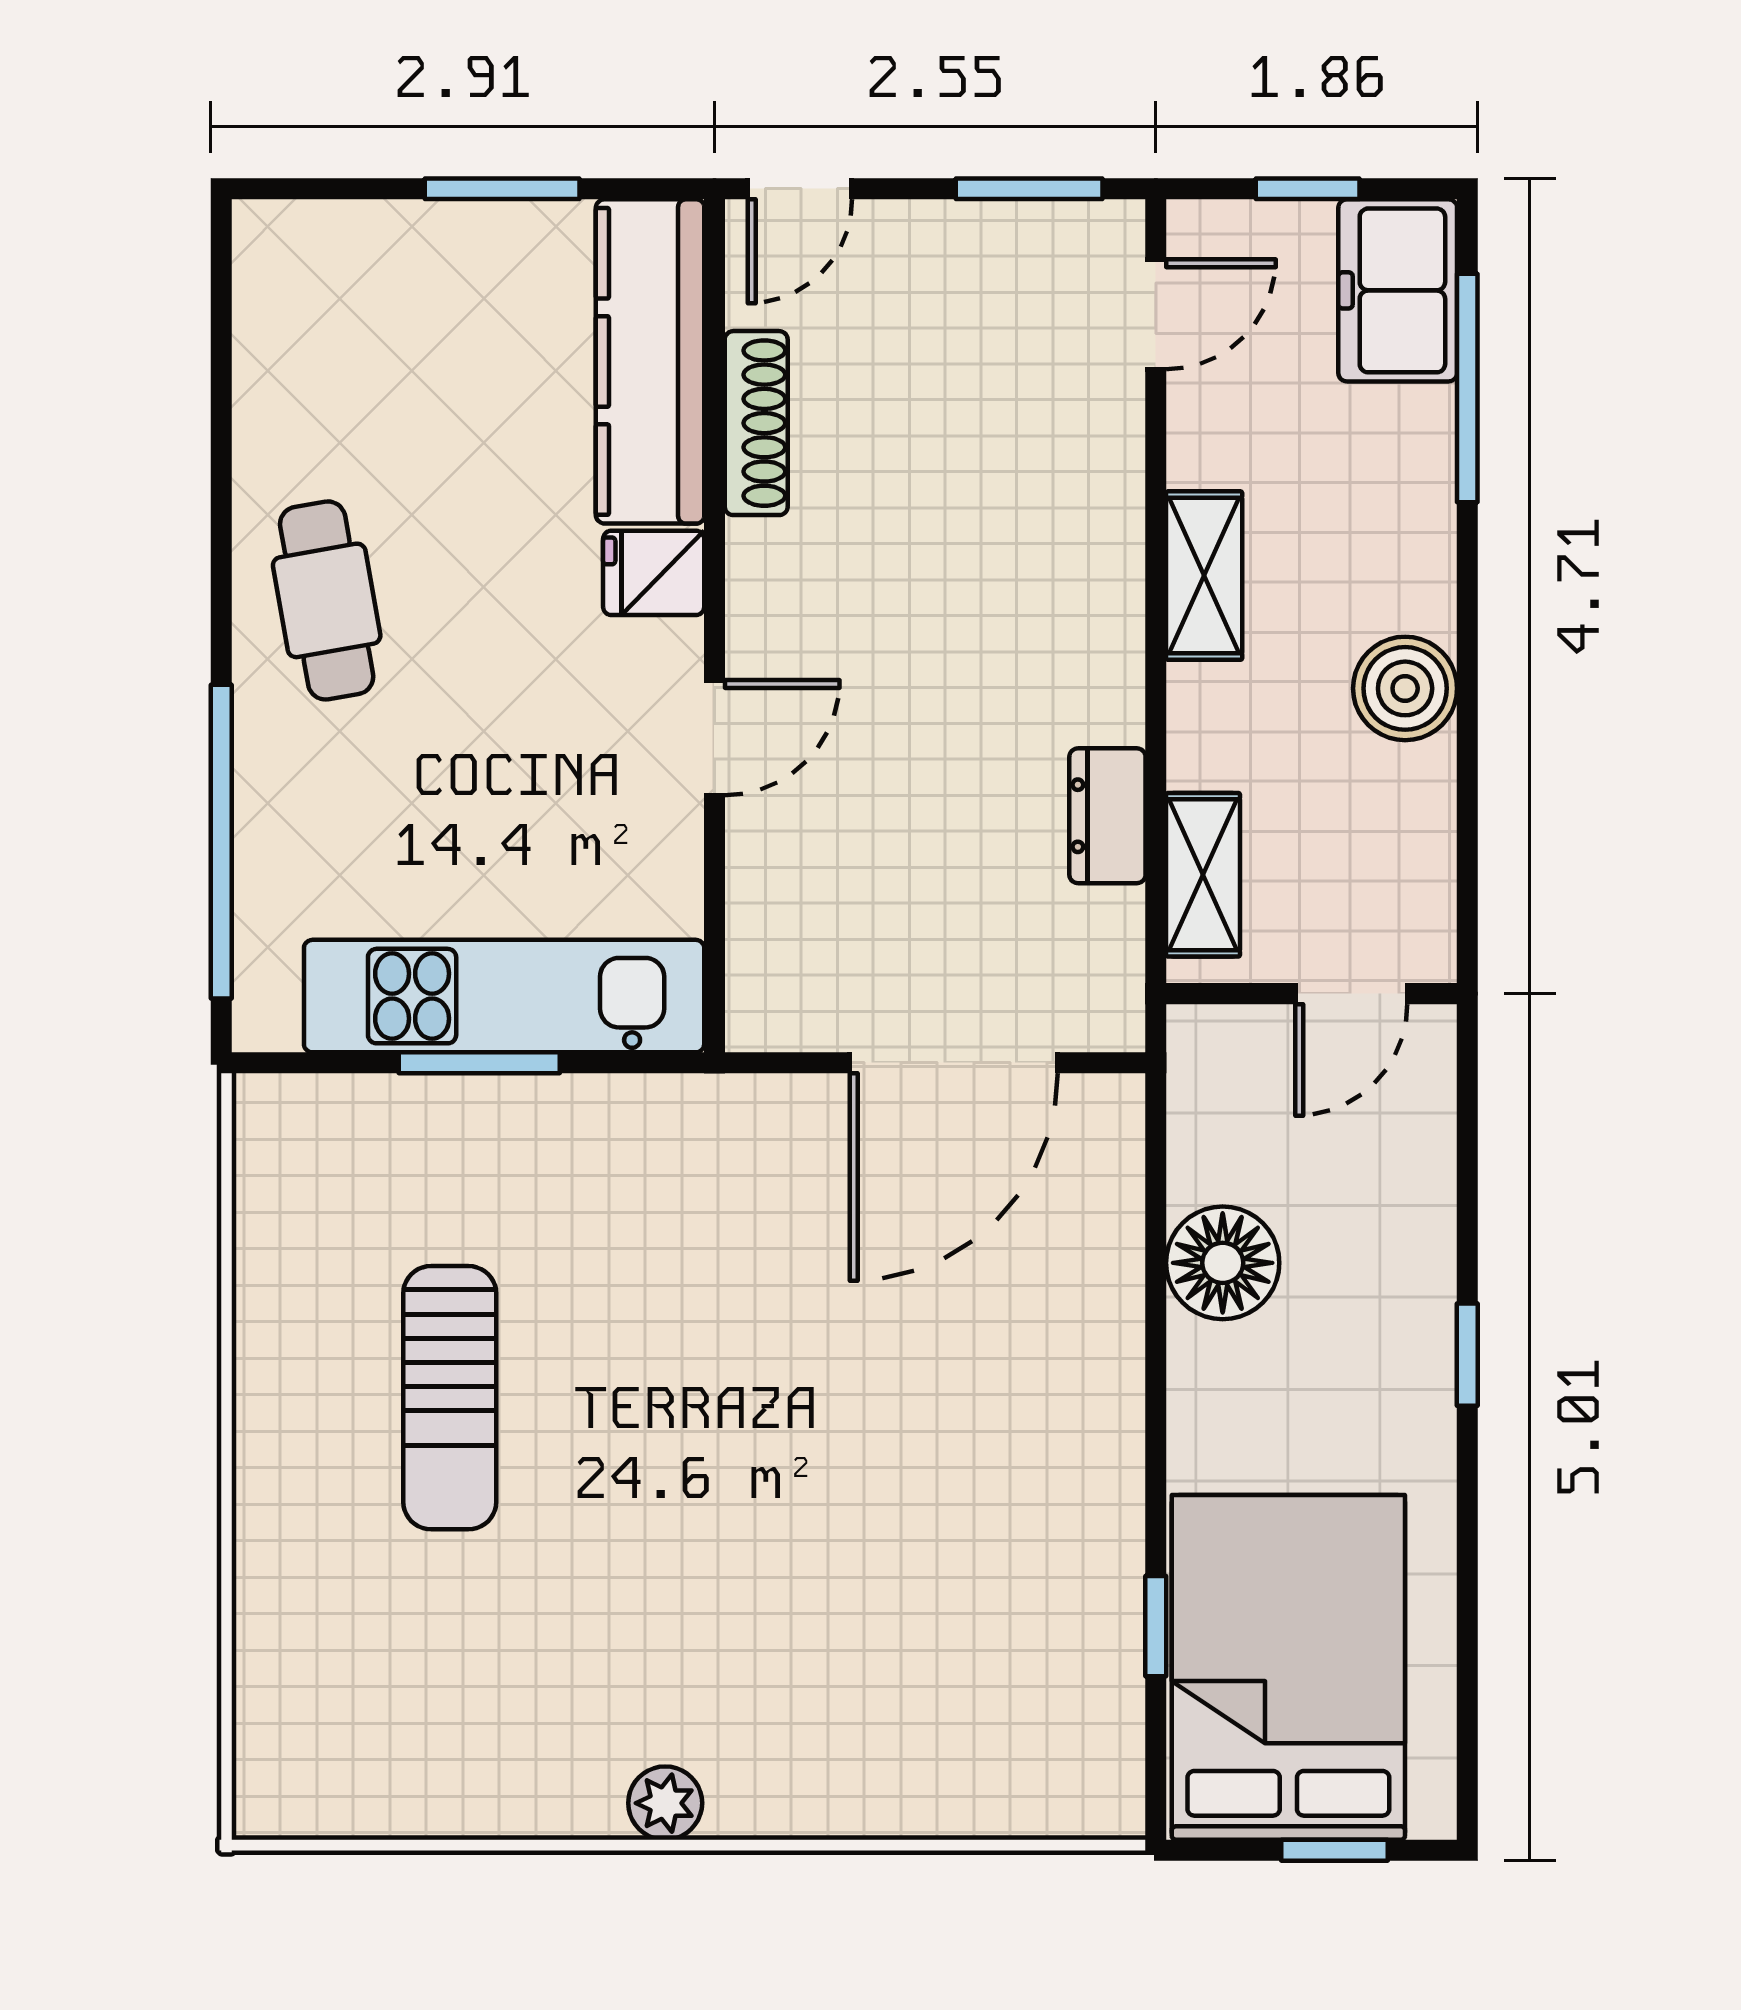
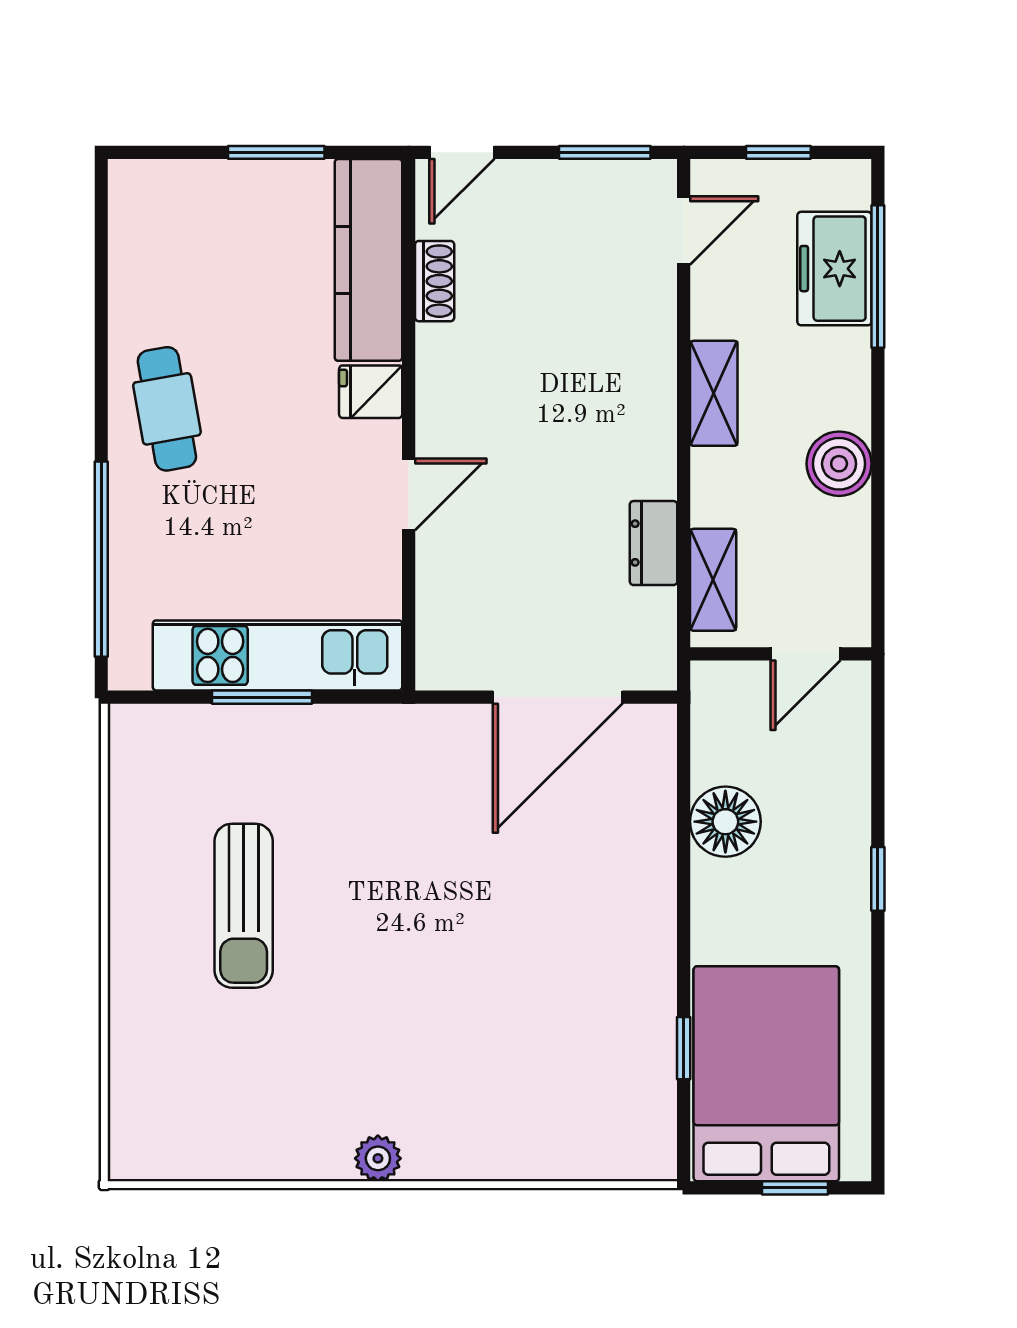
freezer: (1398, 290) -> (834, 269), moved
shoe rack: (756, 423) -> (435, 281), width x0.70

